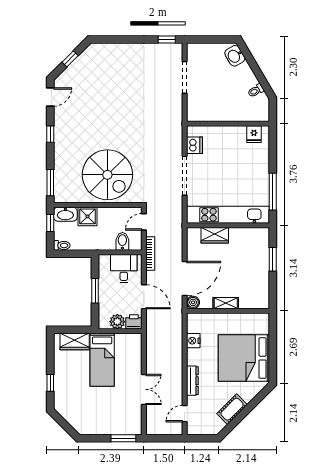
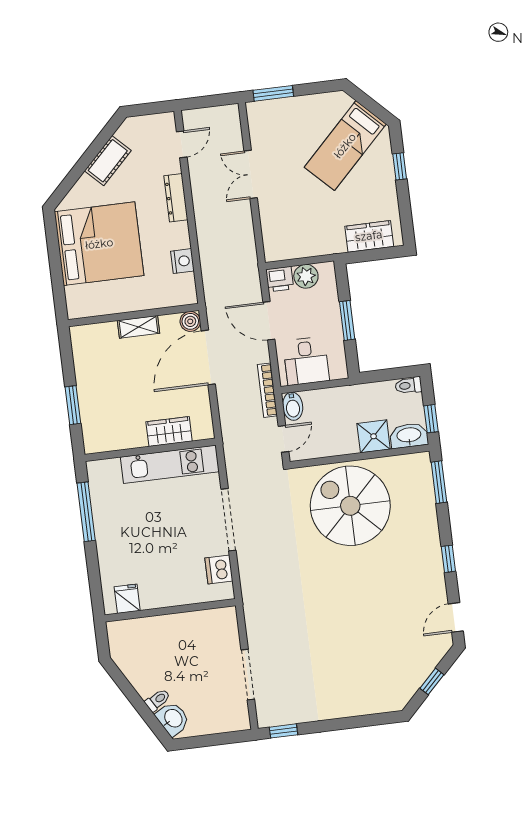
toilet: (256, 91) -> (158, 700), moved
kitchen unit: (228, 215) -> (170, 464), width x0.73
bidet: (122, 241) -> (293, 406), moved
bed: (102, 360) -> (345, 146), moved, turned -135

